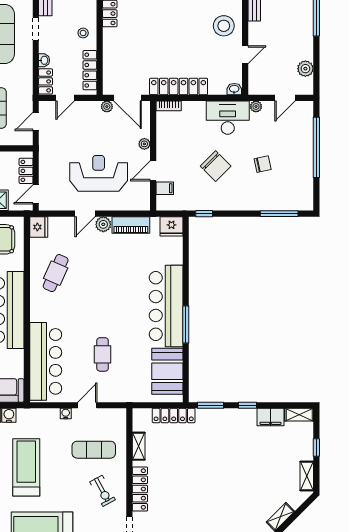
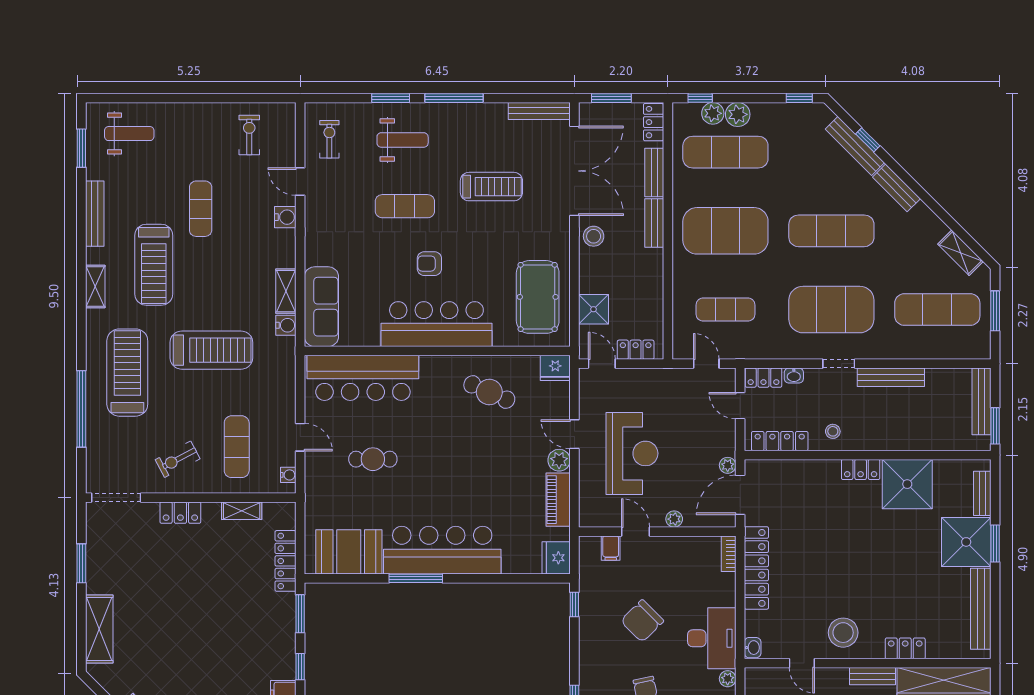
water cooler: (66, 414) -> (288, 475), moved
locker: (140, 489) -> (180, 513), width x0.66

